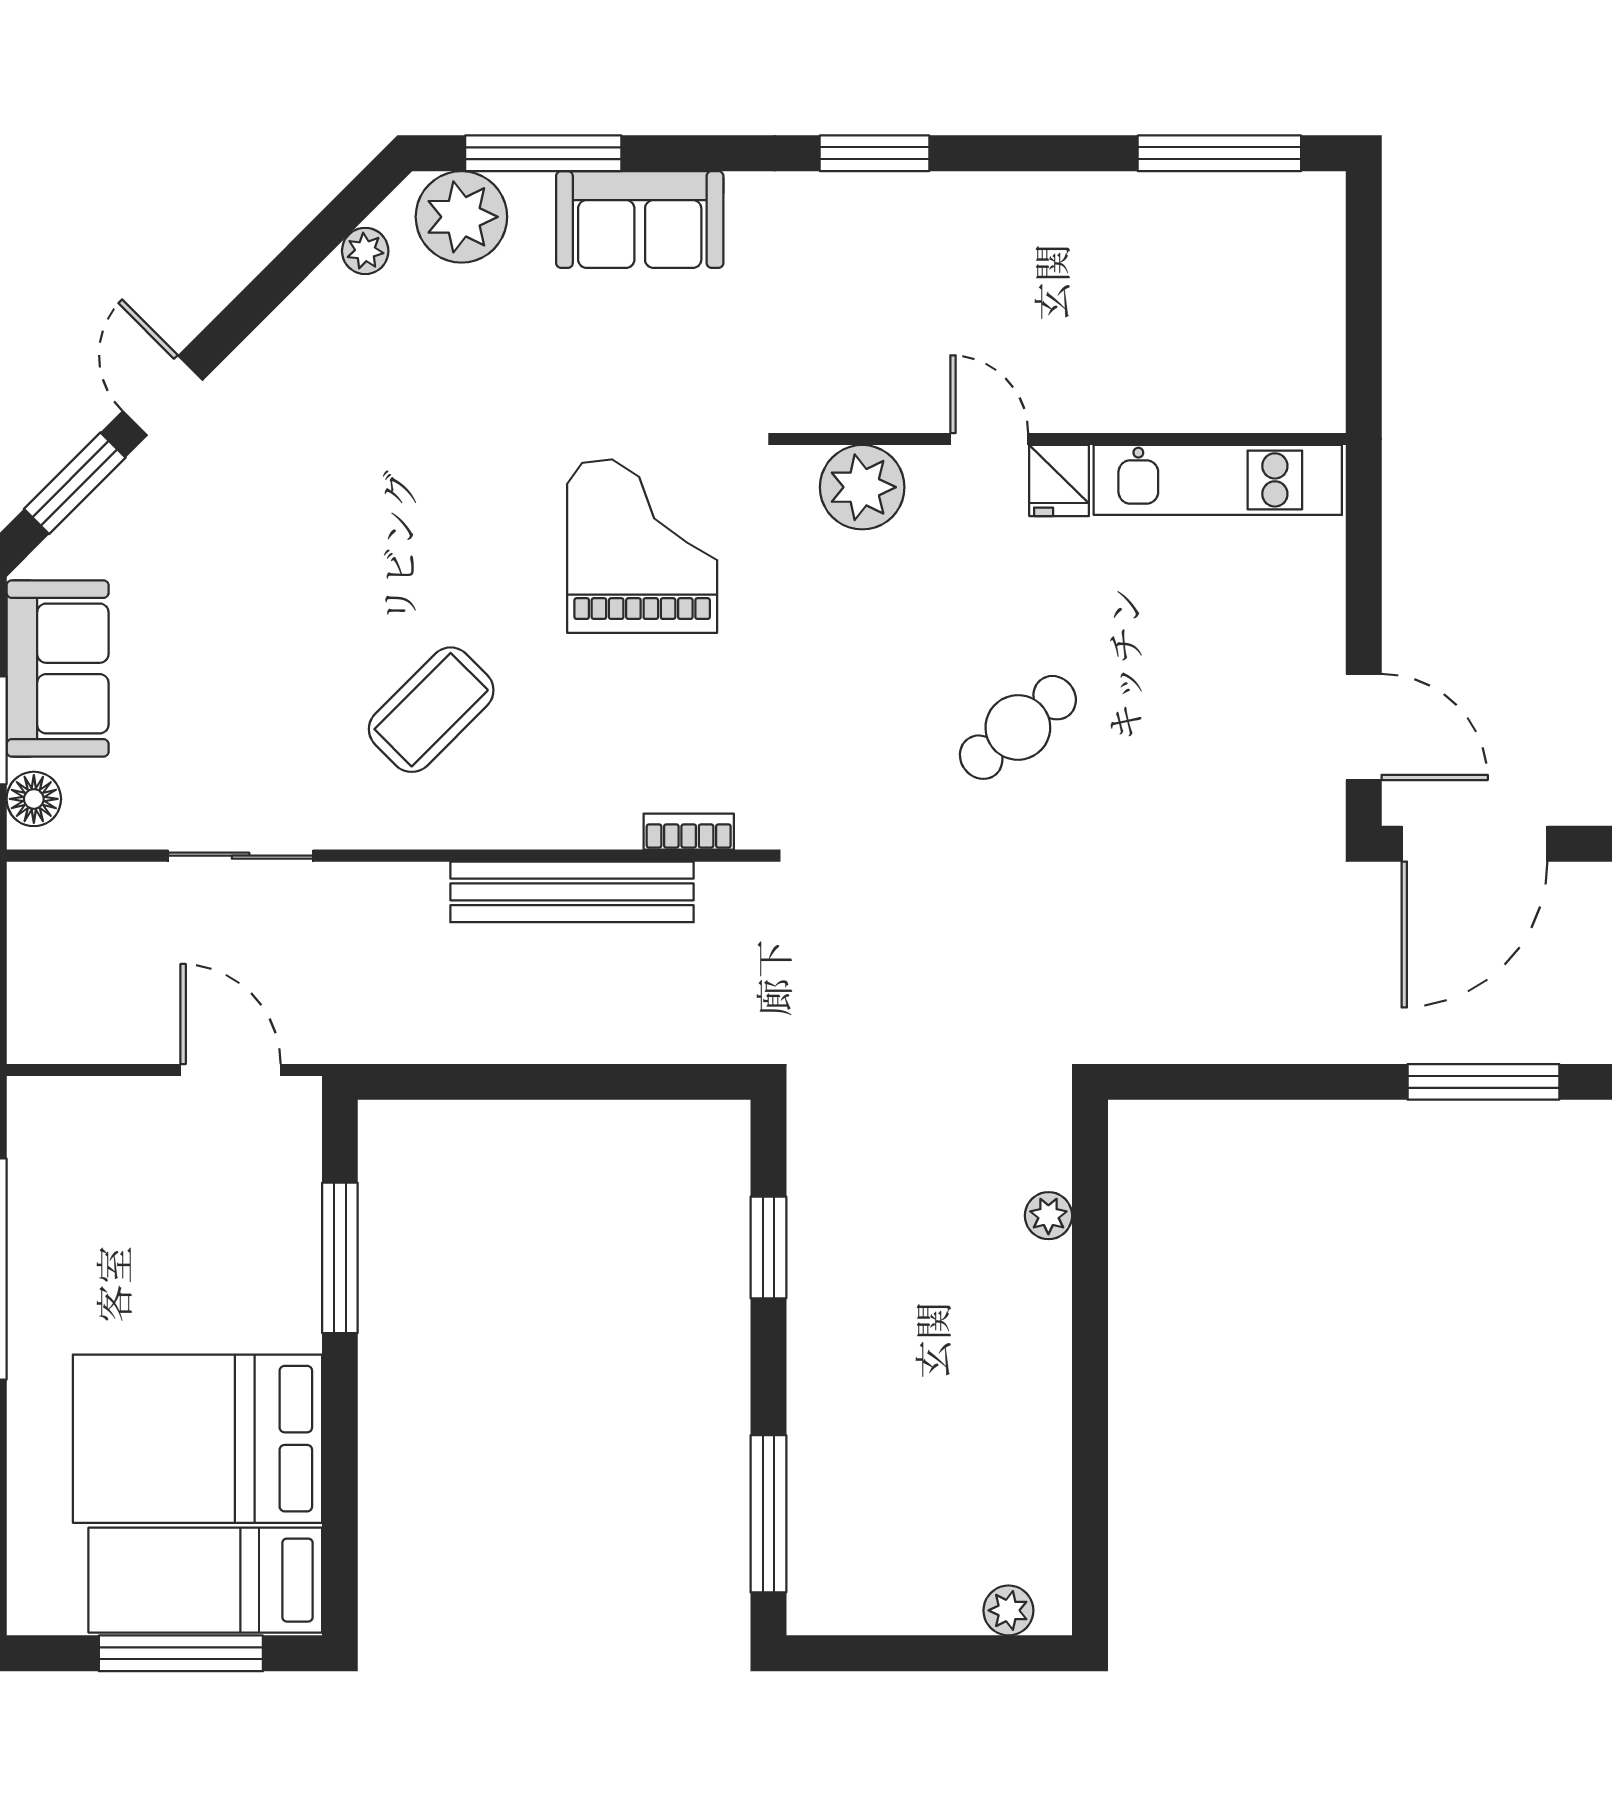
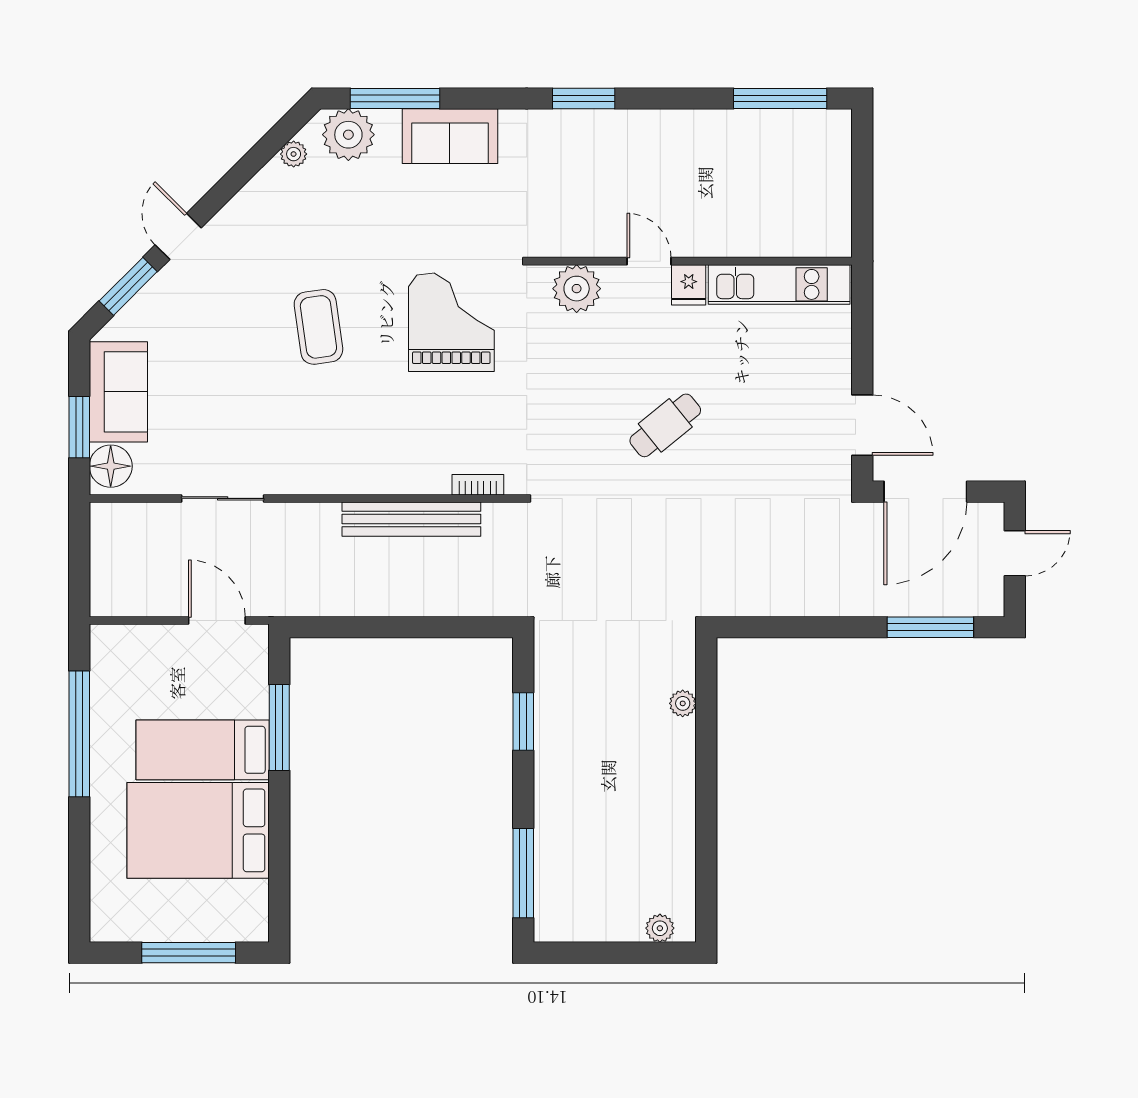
coffee table: (431, 710) -> (318, 327), moved, turned -53
floor lamp: (34, 799) -> (111, 466), width x1.38, depth x1.38
bed: (205, 1580) -> (203, 750), moved

